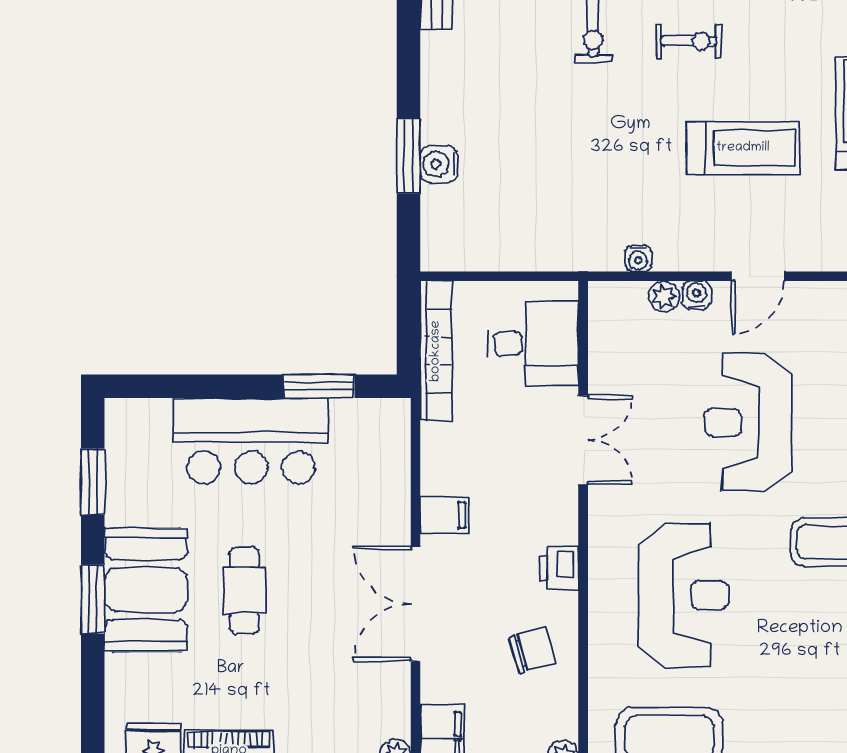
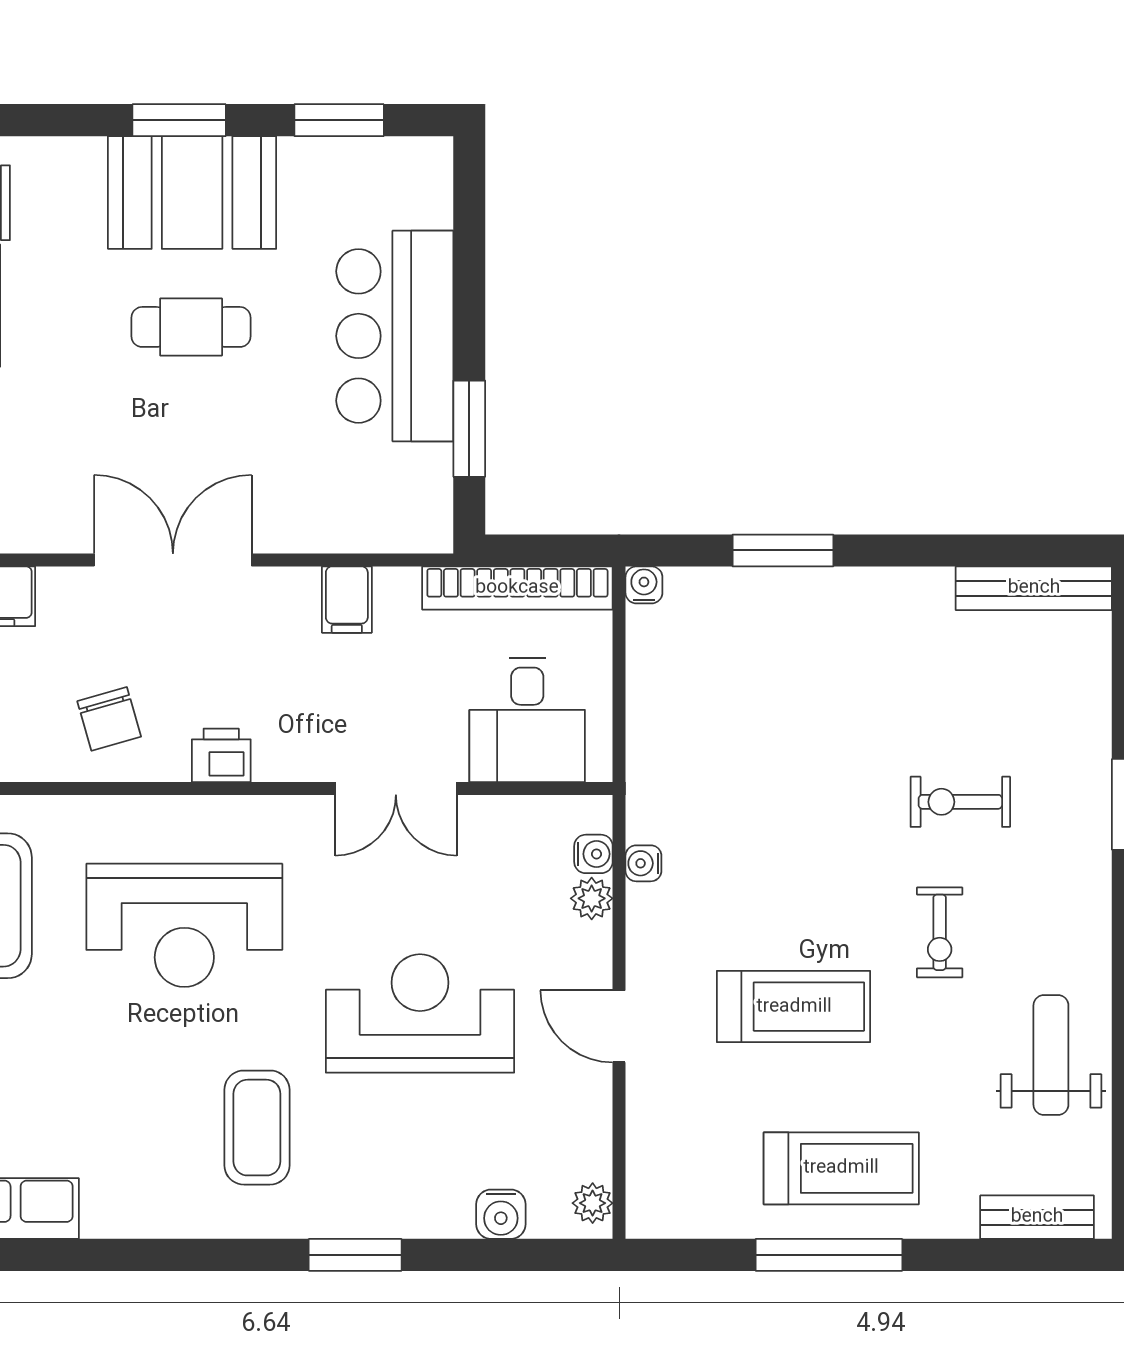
treadmill: (743, 148) -> (794, 1007), turned -90
water cooler: (439, 164) -> (644, 585), moved, width x0.72, depth x0.72
water cooler: (697, 295) -> (593, 854), moved
filing cabinet: (445, 515) -> (347, 600), moved

